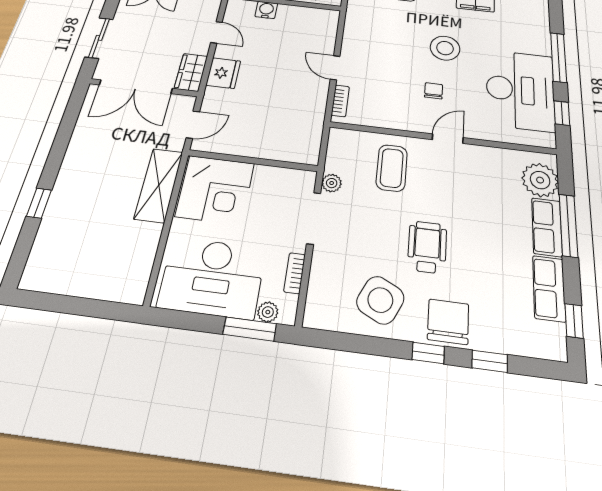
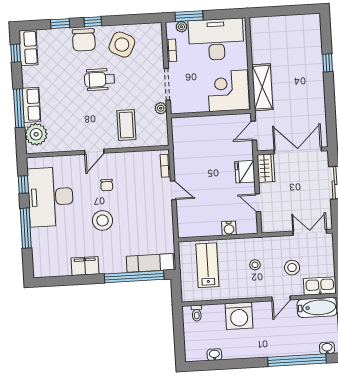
wheelchair: (427, 247) -> (100, 79), turned 90
row of seats: (549, 288) -> (28, 48), moved

